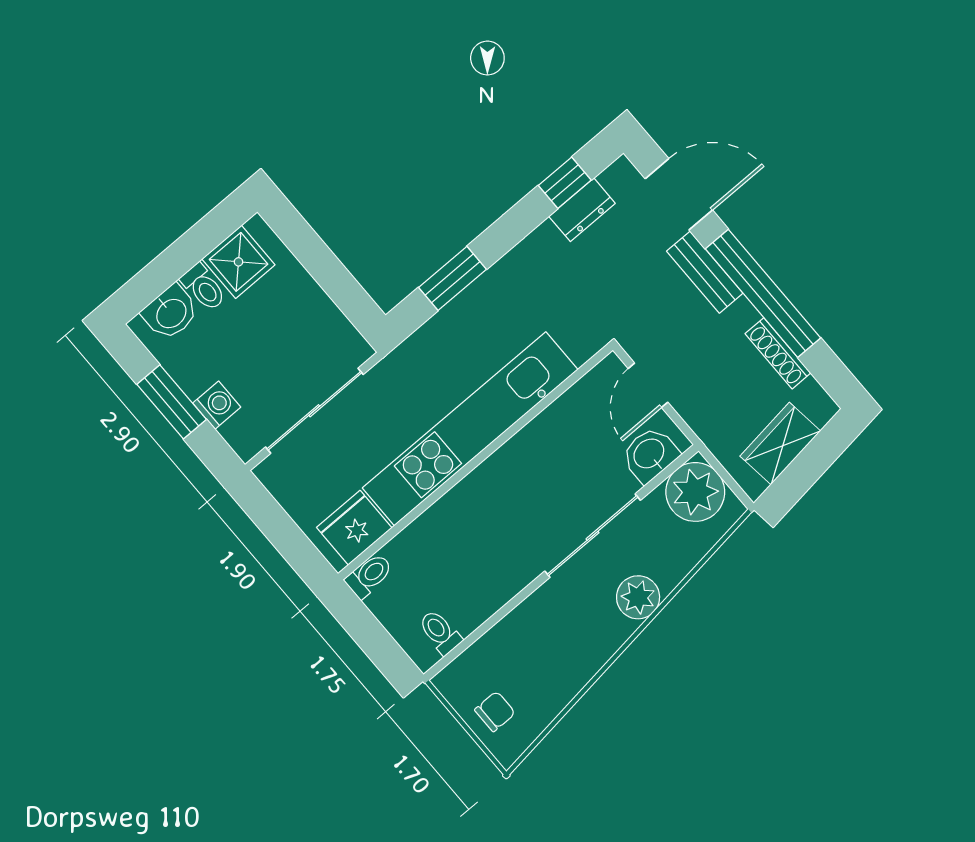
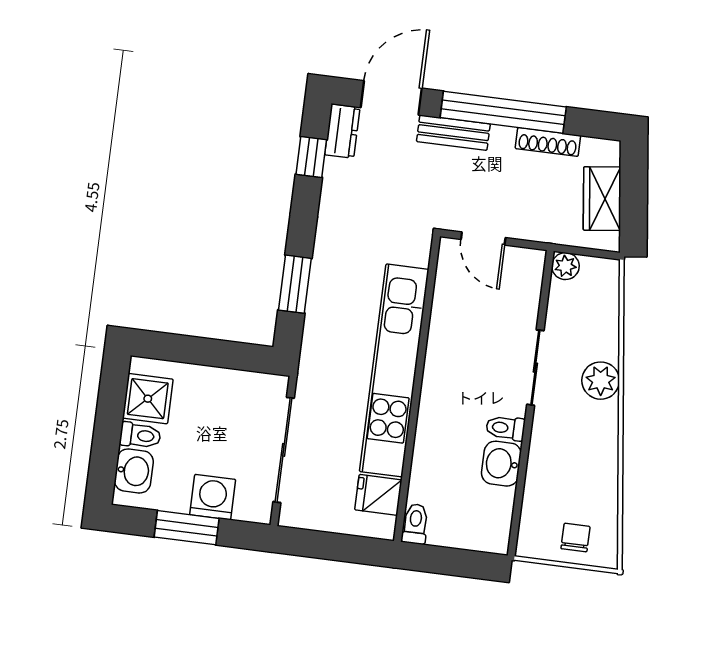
dresser: (582, 210) -> (342, 131), moved
washing machine: (217, 405) -> (213, 497), width x1.38, depth x1.38
washbasin: (650, 454) -> (501, 464), moved
plant: (695, 492) -> (565, 266), width x0.53, depth x0.53
fridge: (354, 528) -> (378, 495), width x0.72
sliding door: (593, 536) -> (535, 368), width x0.73
toilet: (440, 632) -> (505, 428), moved

